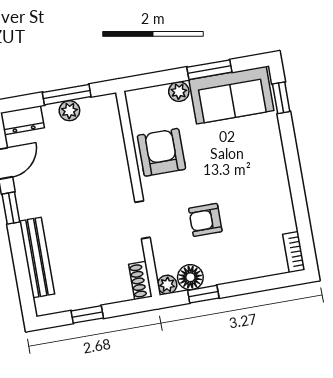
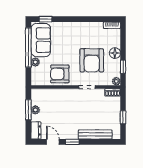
window: (209, 70) -> (28, 48), width x2.11
armchair: (205, 220) -> (92, 60), width x1.88, depth x1.88
floor lamp: (190, 277) -> (115, 53), moved

